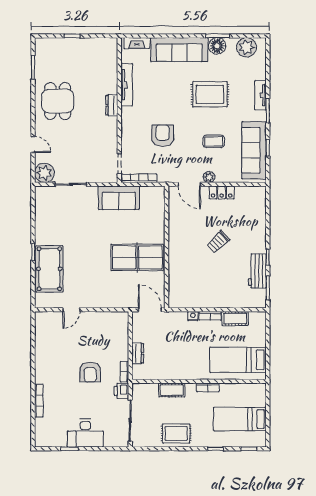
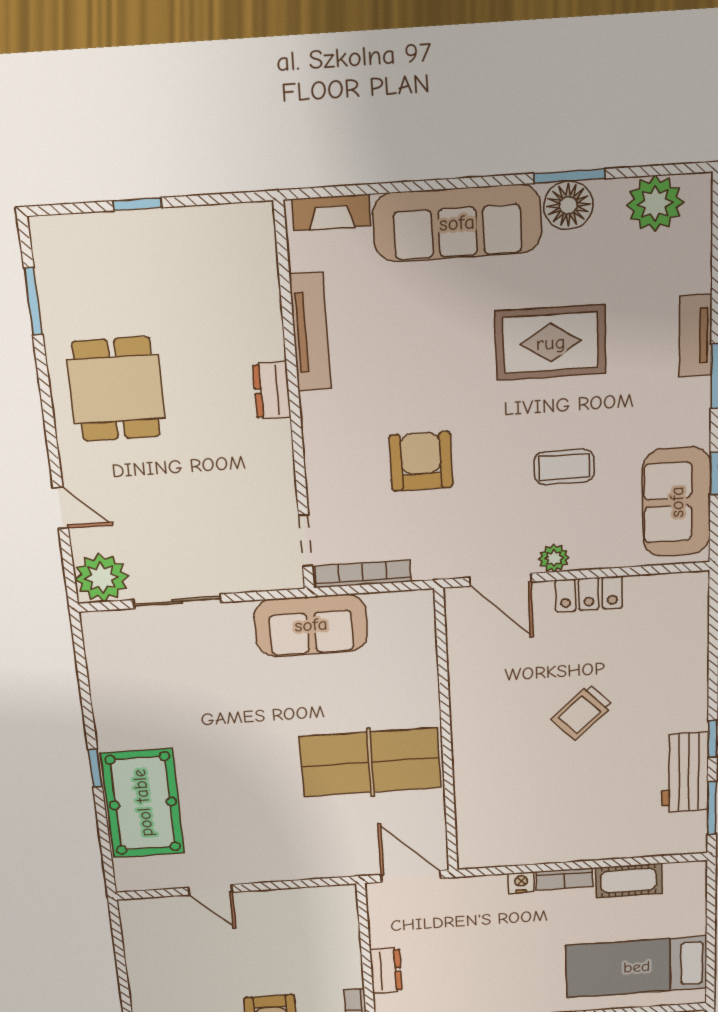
sofa: (254, 150) -> (677, 502), width x0.73
door: (71, 310) -> (210, 890), hinge flipped

